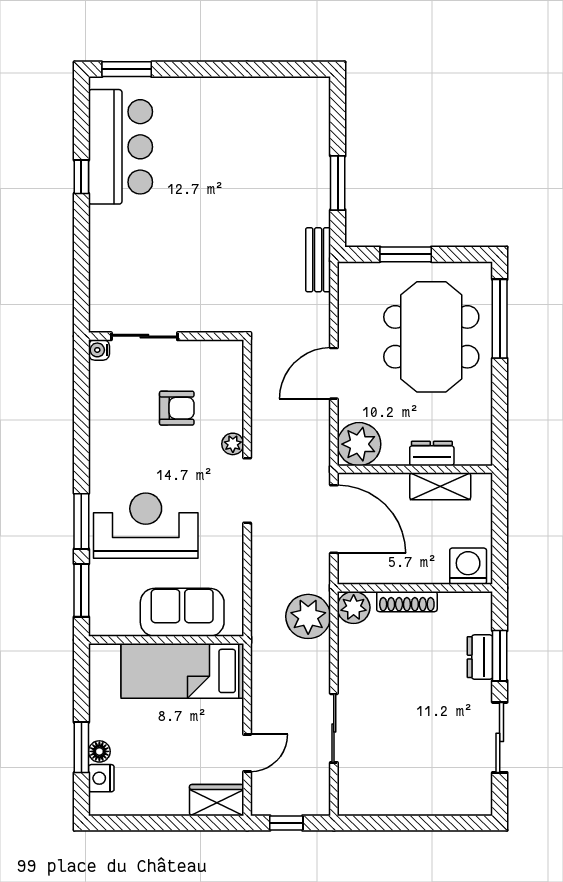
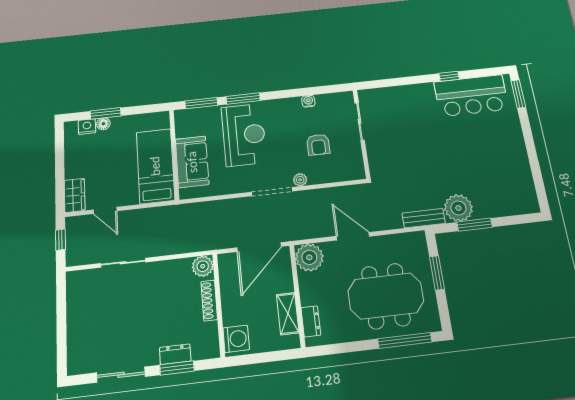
water cooler: (99, 350) -> (308, 101), moved
dresser: (432, 453) -> (311, 321), moved
plant: (308, 616) -> (458, 208), moved

